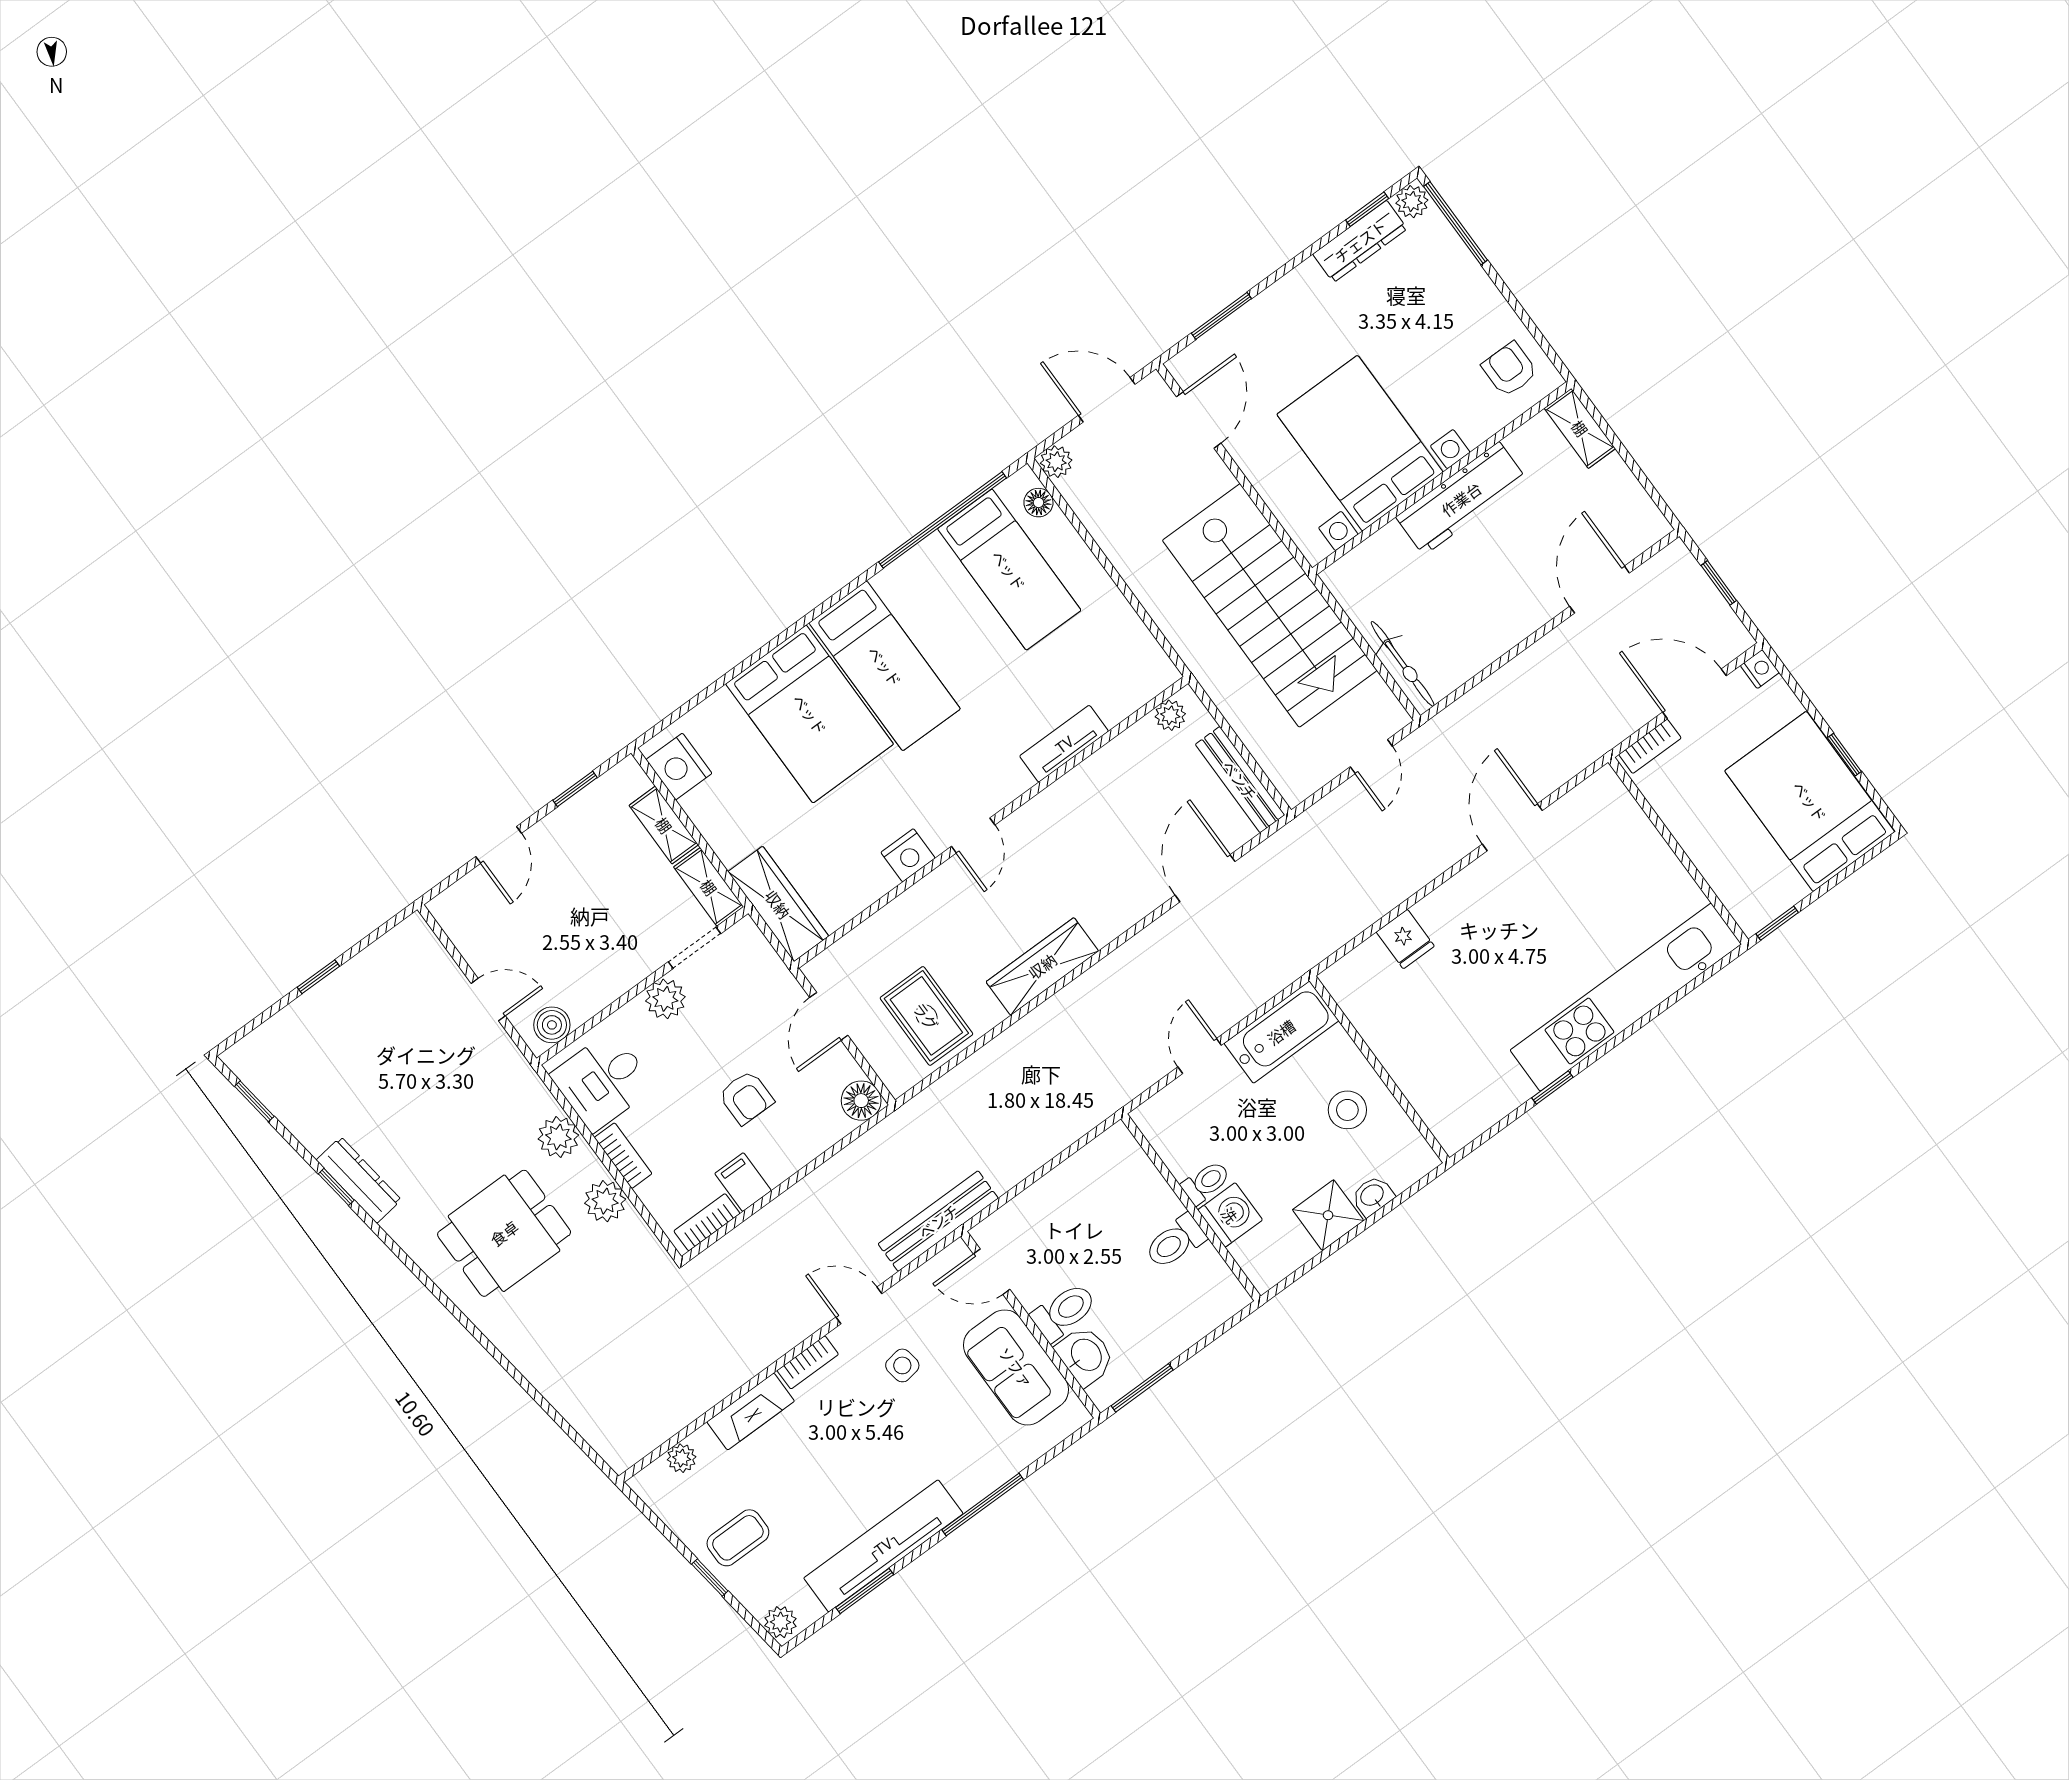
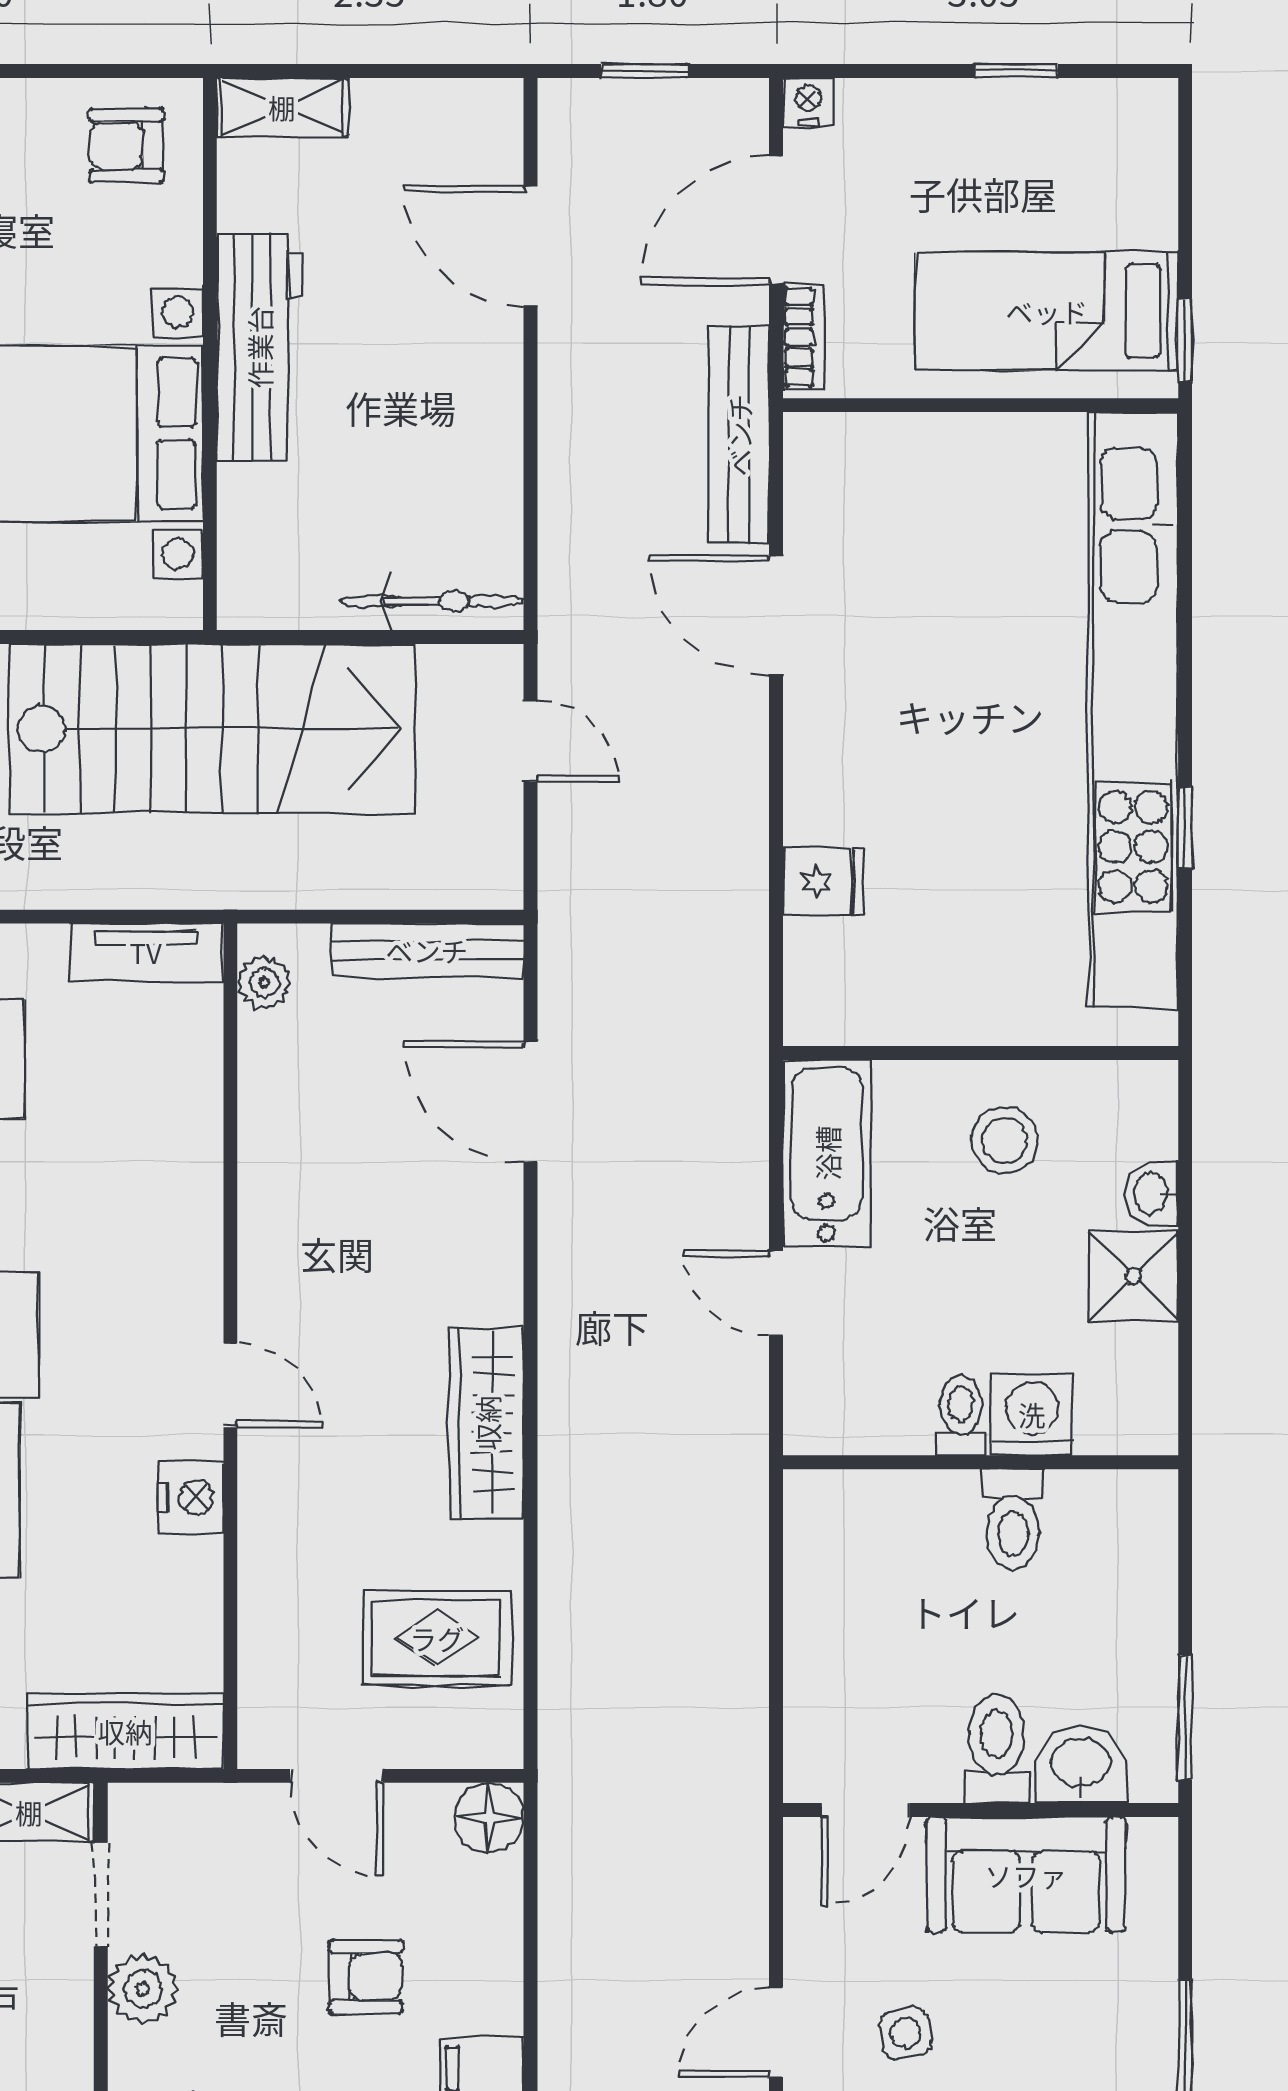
tv unit: (1064, 744) -> (146, 952), moved, turned -90
bed: (1810, 801) -> (1047, 311), moved, width x0.67
kitchen unit: (1626, 997) -> (1133, 710), width x1.36
bench: (938, 1221) -> (739, 435), moved

